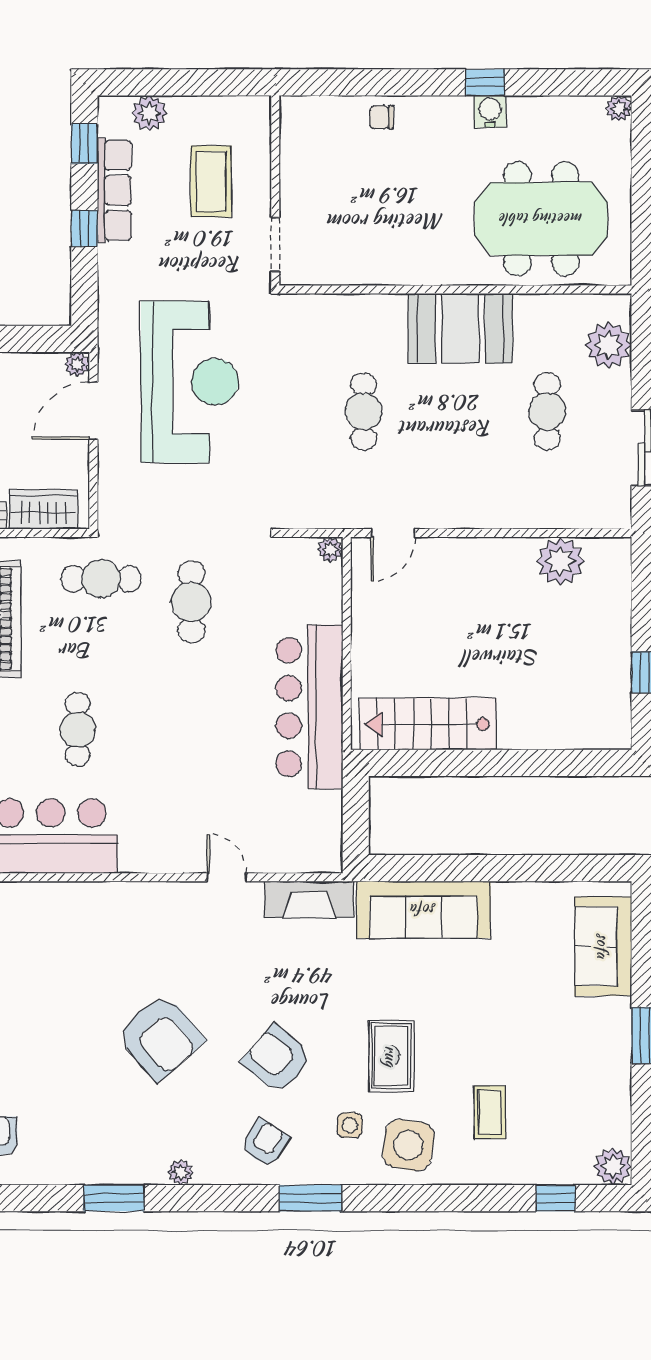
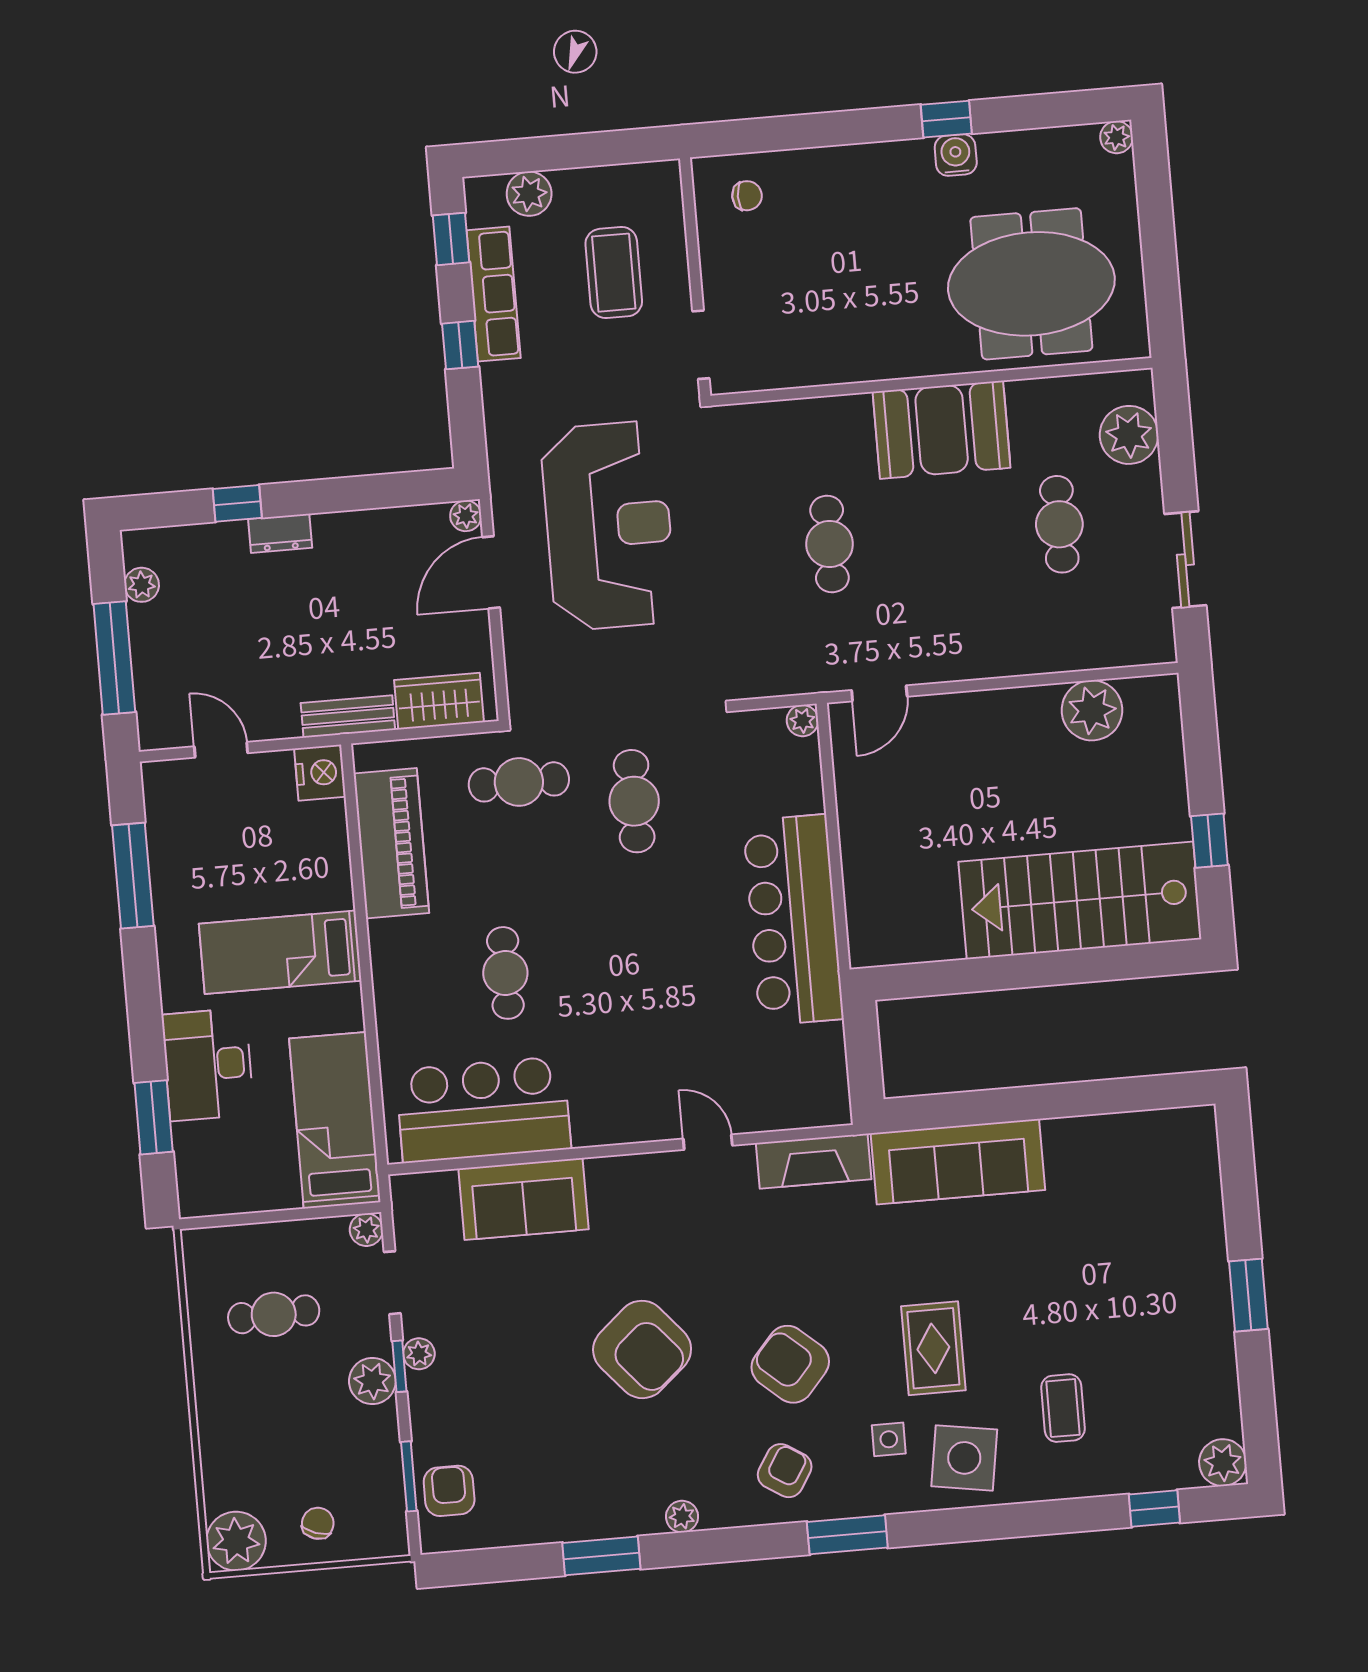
chair: (382, 117) -> (747, 196), moved, turned 180
stairs: (428, 724) -> (1080, 900), moved, width x1.36, depth x1.51
sofa: (603, 946) -> (523, 1199), moved, turned -90

